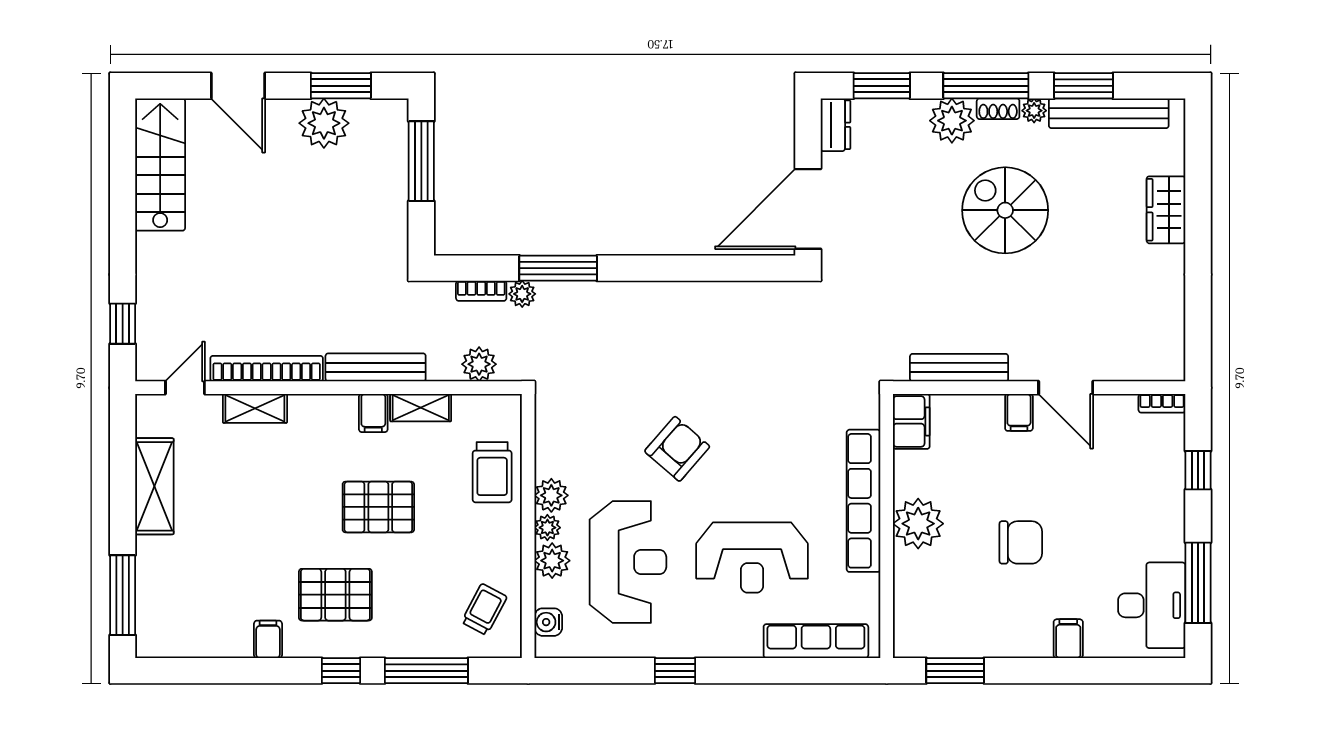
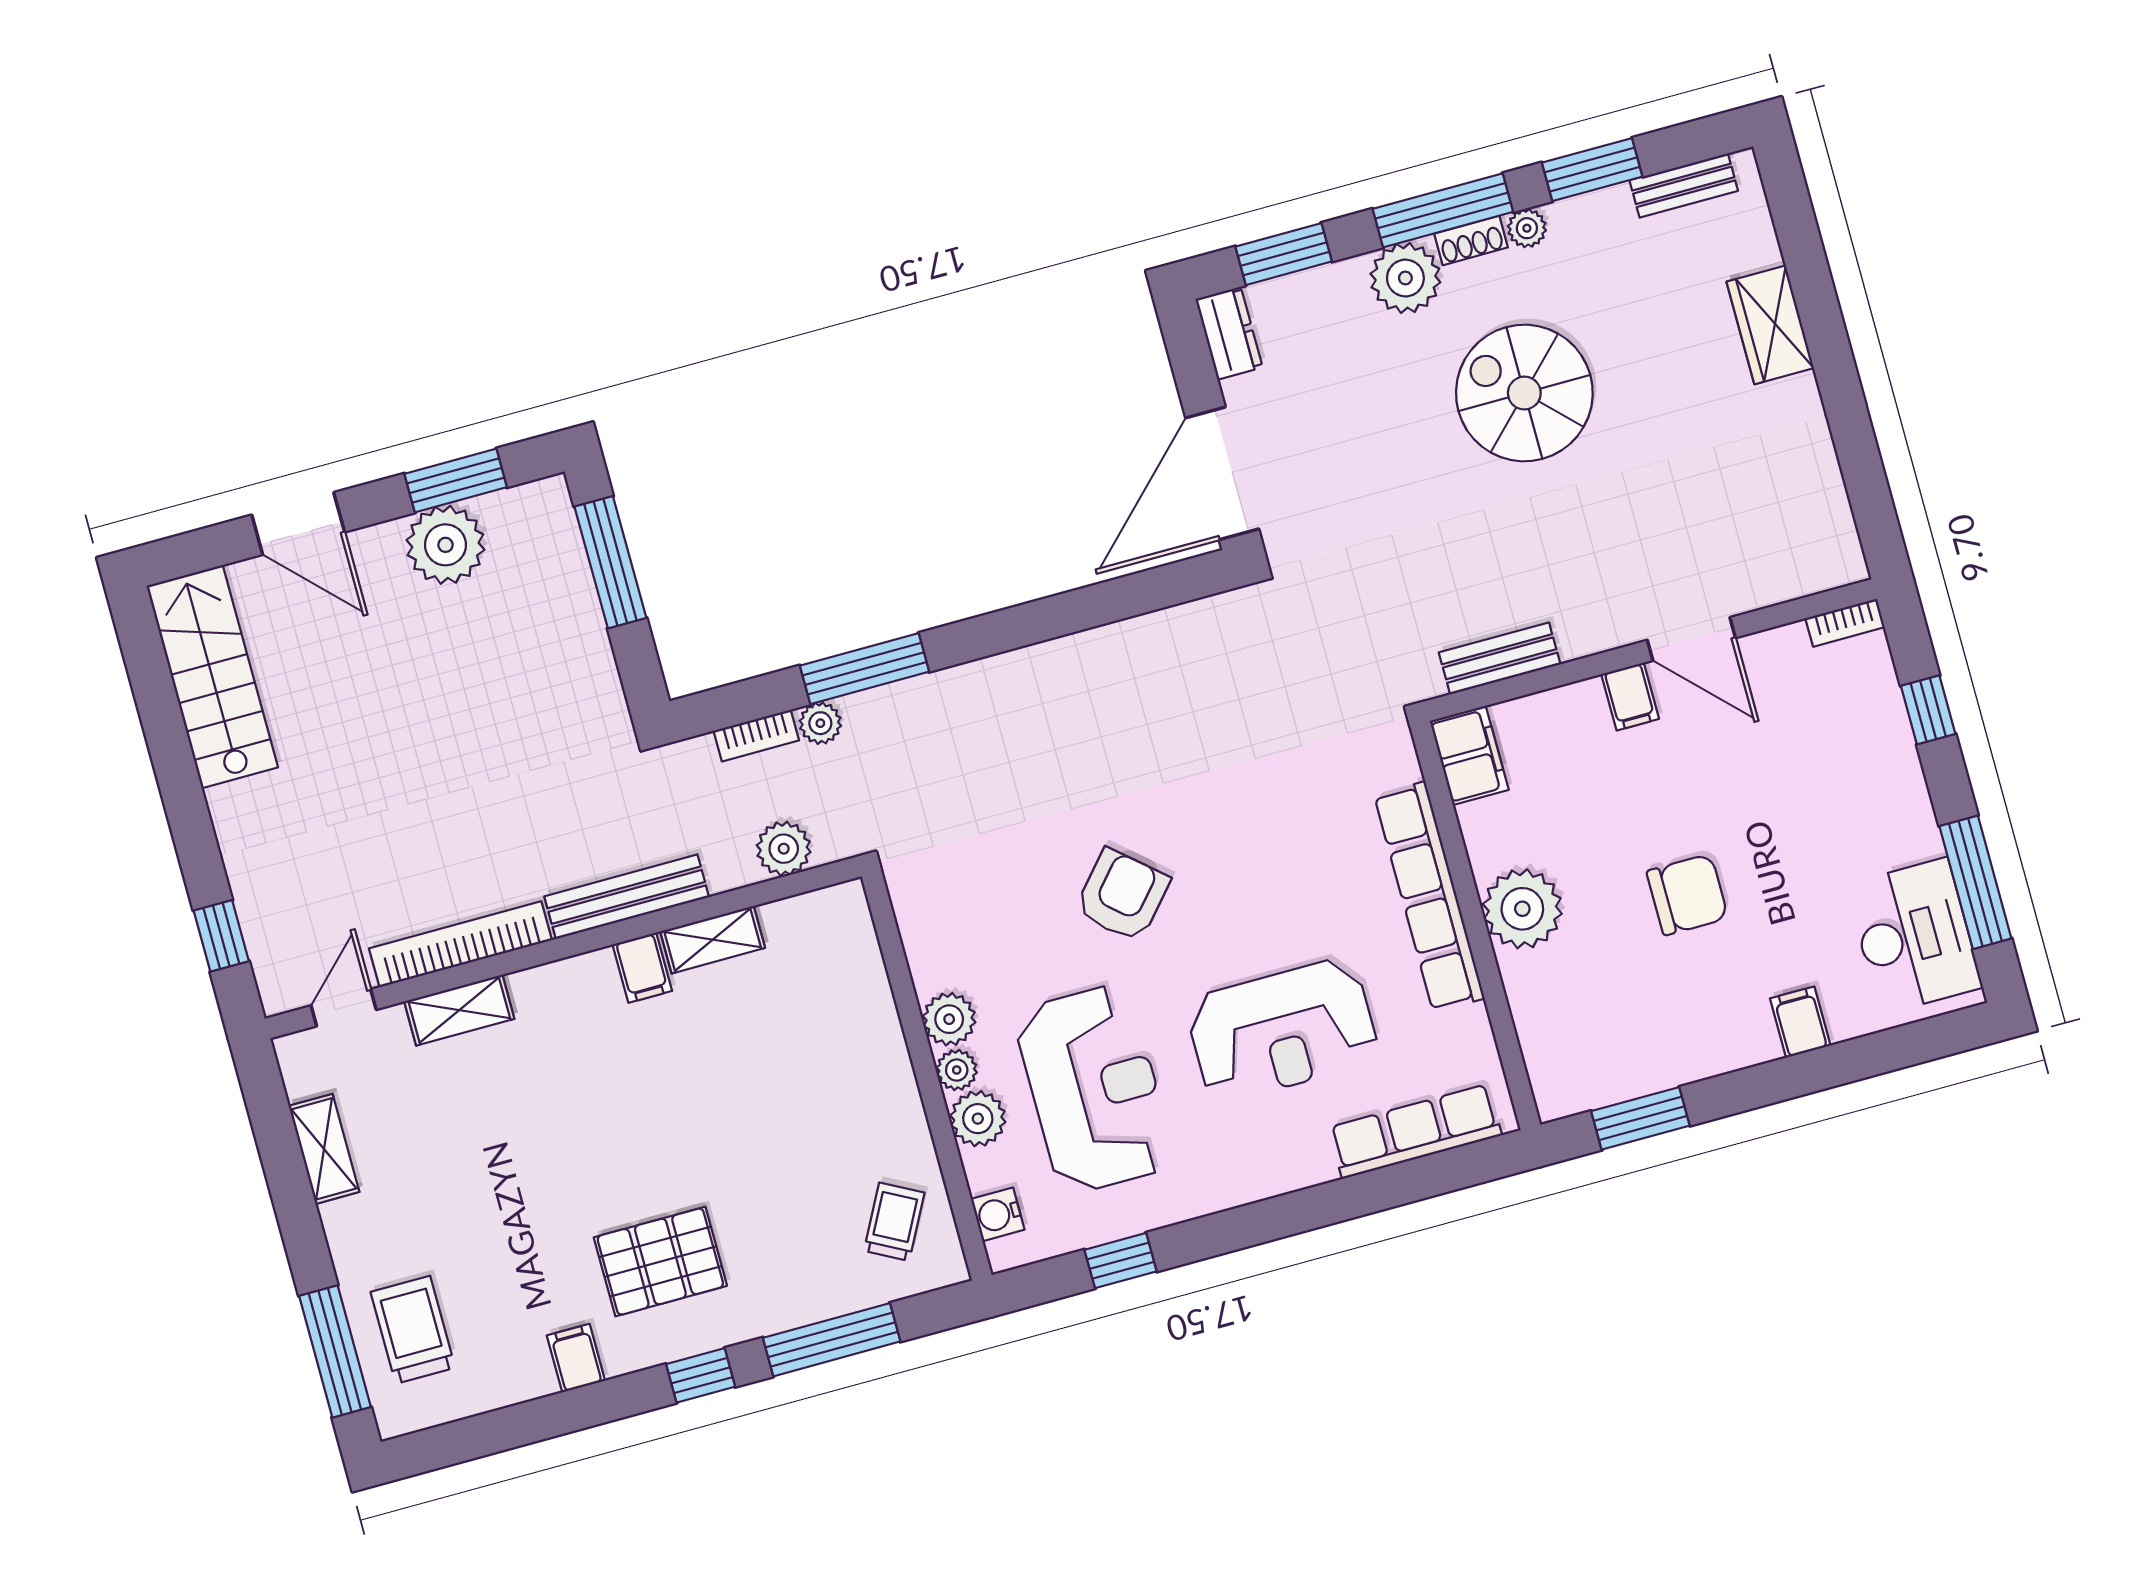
bench: (1109, 113) -> (1684, 185), width x0.54, depth x0.82
bench: (959, 368) -> (1500, 658), width x0.73
trolley: (492, 472) -> (413, 1330), moved, turned 180
shelving: (154, 486) -> (324, 1149), width x0.67, depth x0.75
pallet: (378, 507) -> (689, 1109), removed
window: (675, 671) -> (1121, 1261), moved

